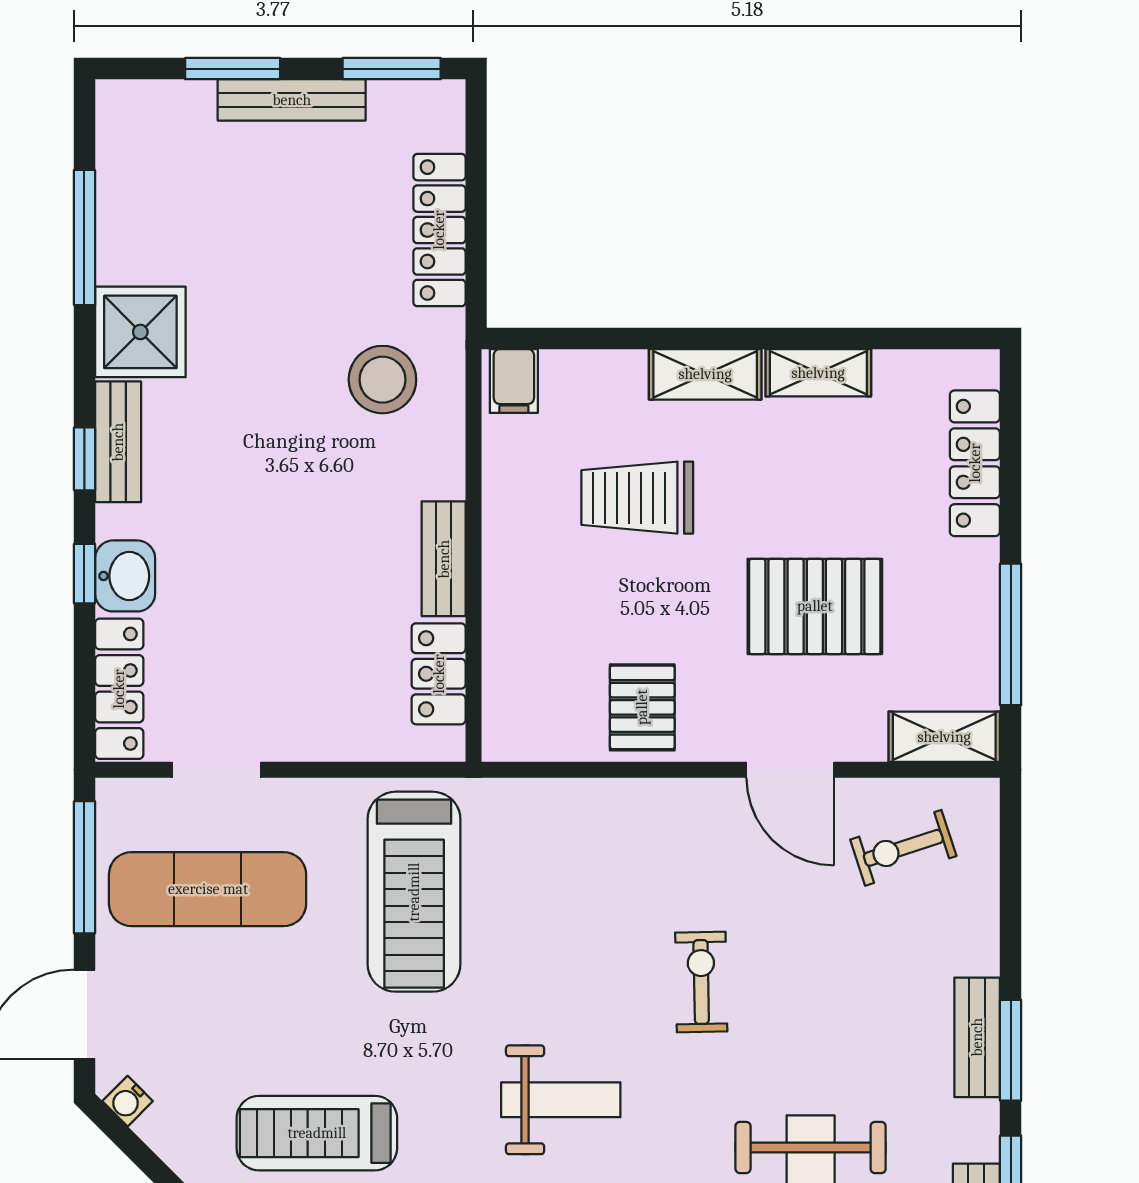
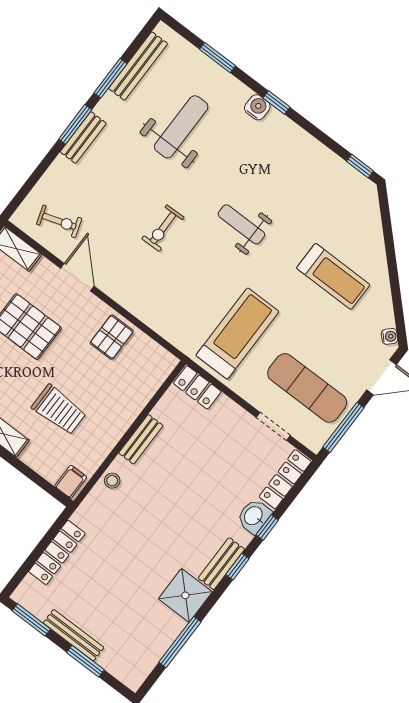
stool: (382, 380) -> (112, 481), moved, width x0.53, depth x0.53
locker: (439, 674) -> (197, 387), moved, turned 90

